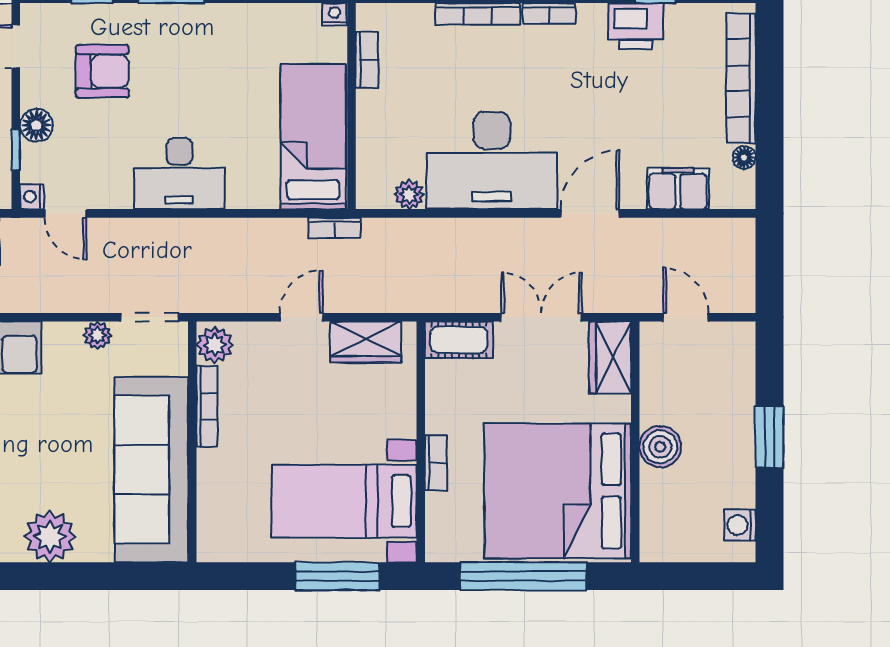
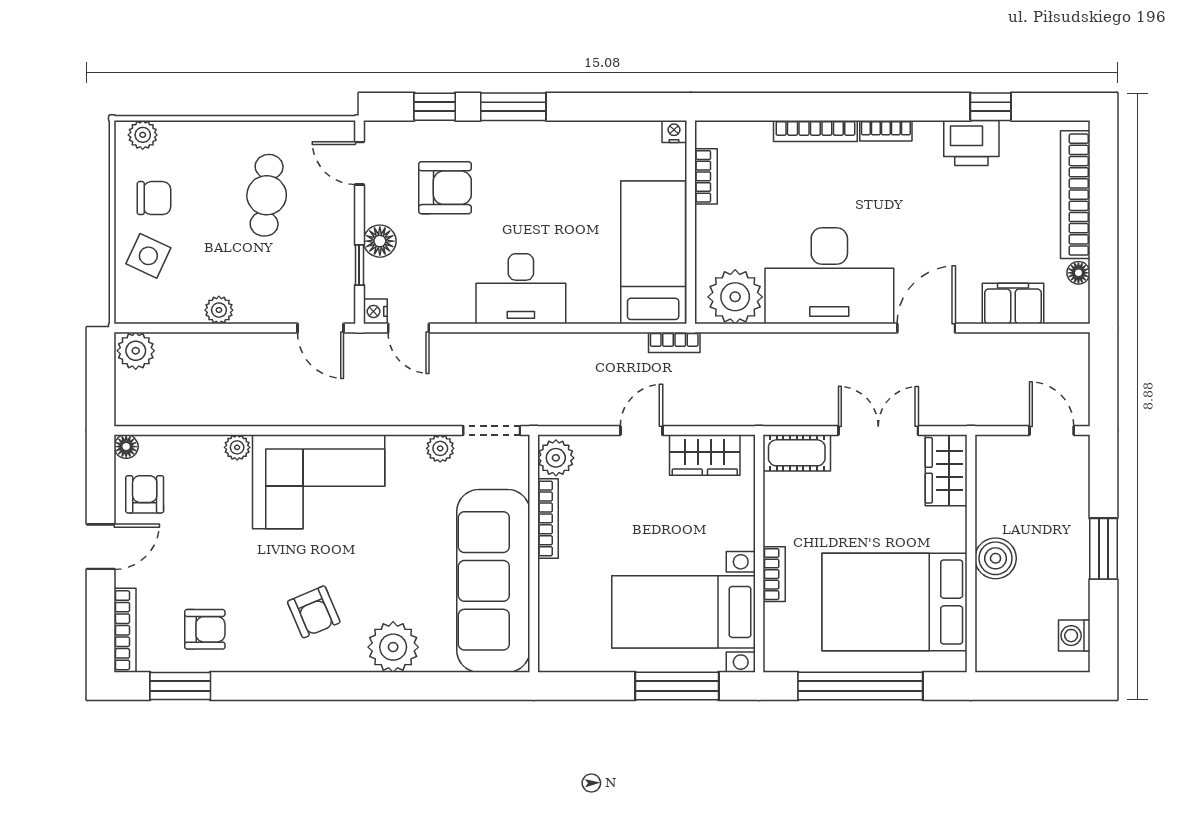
plant: (409, 195) -> (735, 297), width x1.88, depth x1.88
door: (686, 317) -> (1052, 431), moved
bed: (558, 491) -> (894, 602), width x0.73

